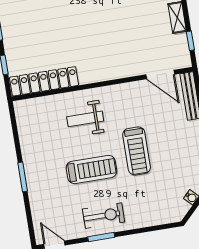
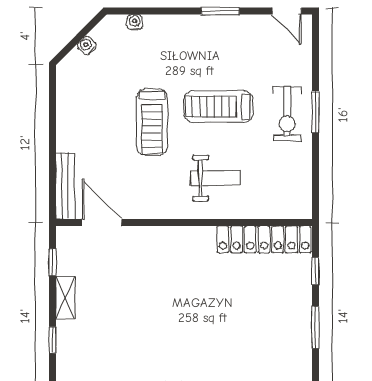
treadmill: (137, 151) -> (152, 122), turned 180
exercise bike: (104, 216) -> (287, 114), moved, turned -90
water cooler: (160, 219) -> (135, 22), added

